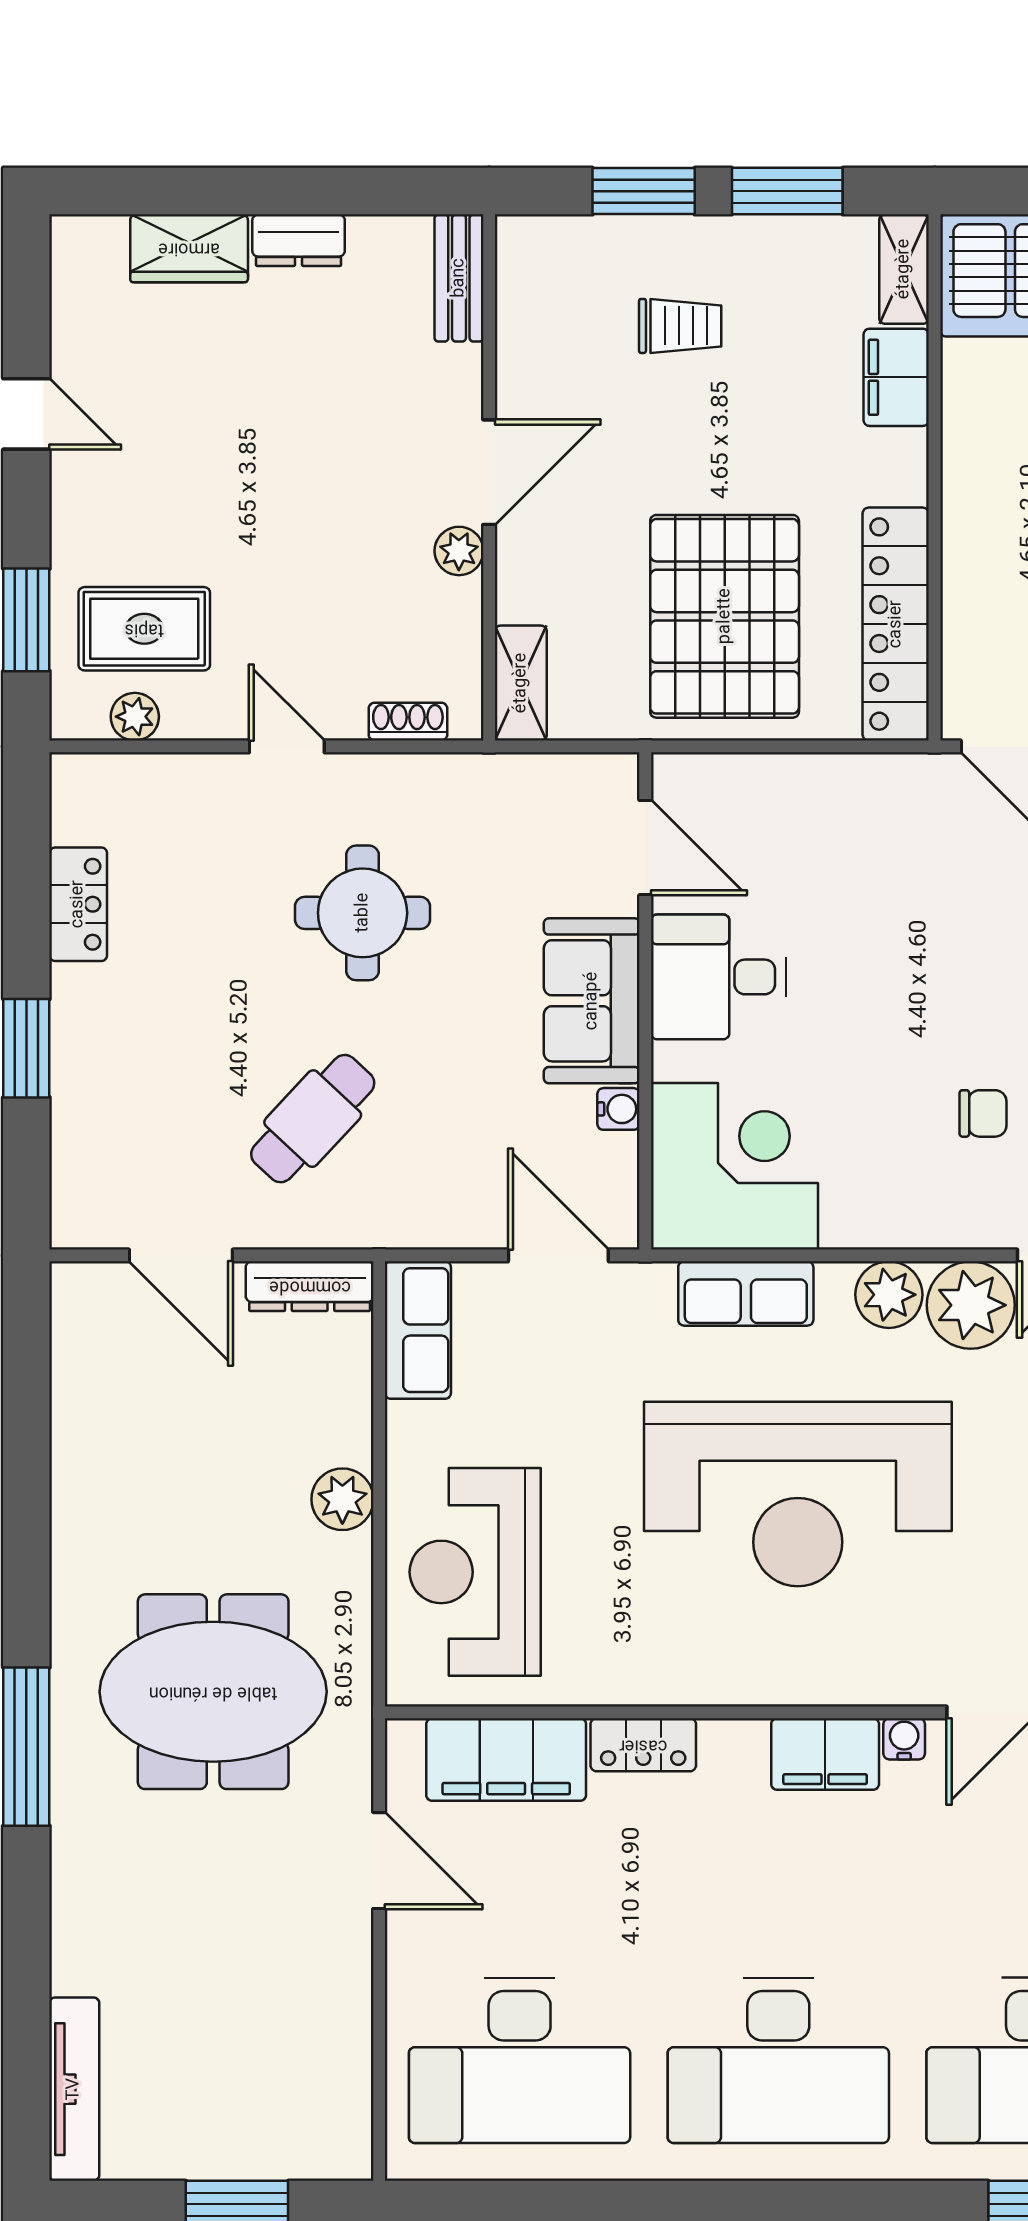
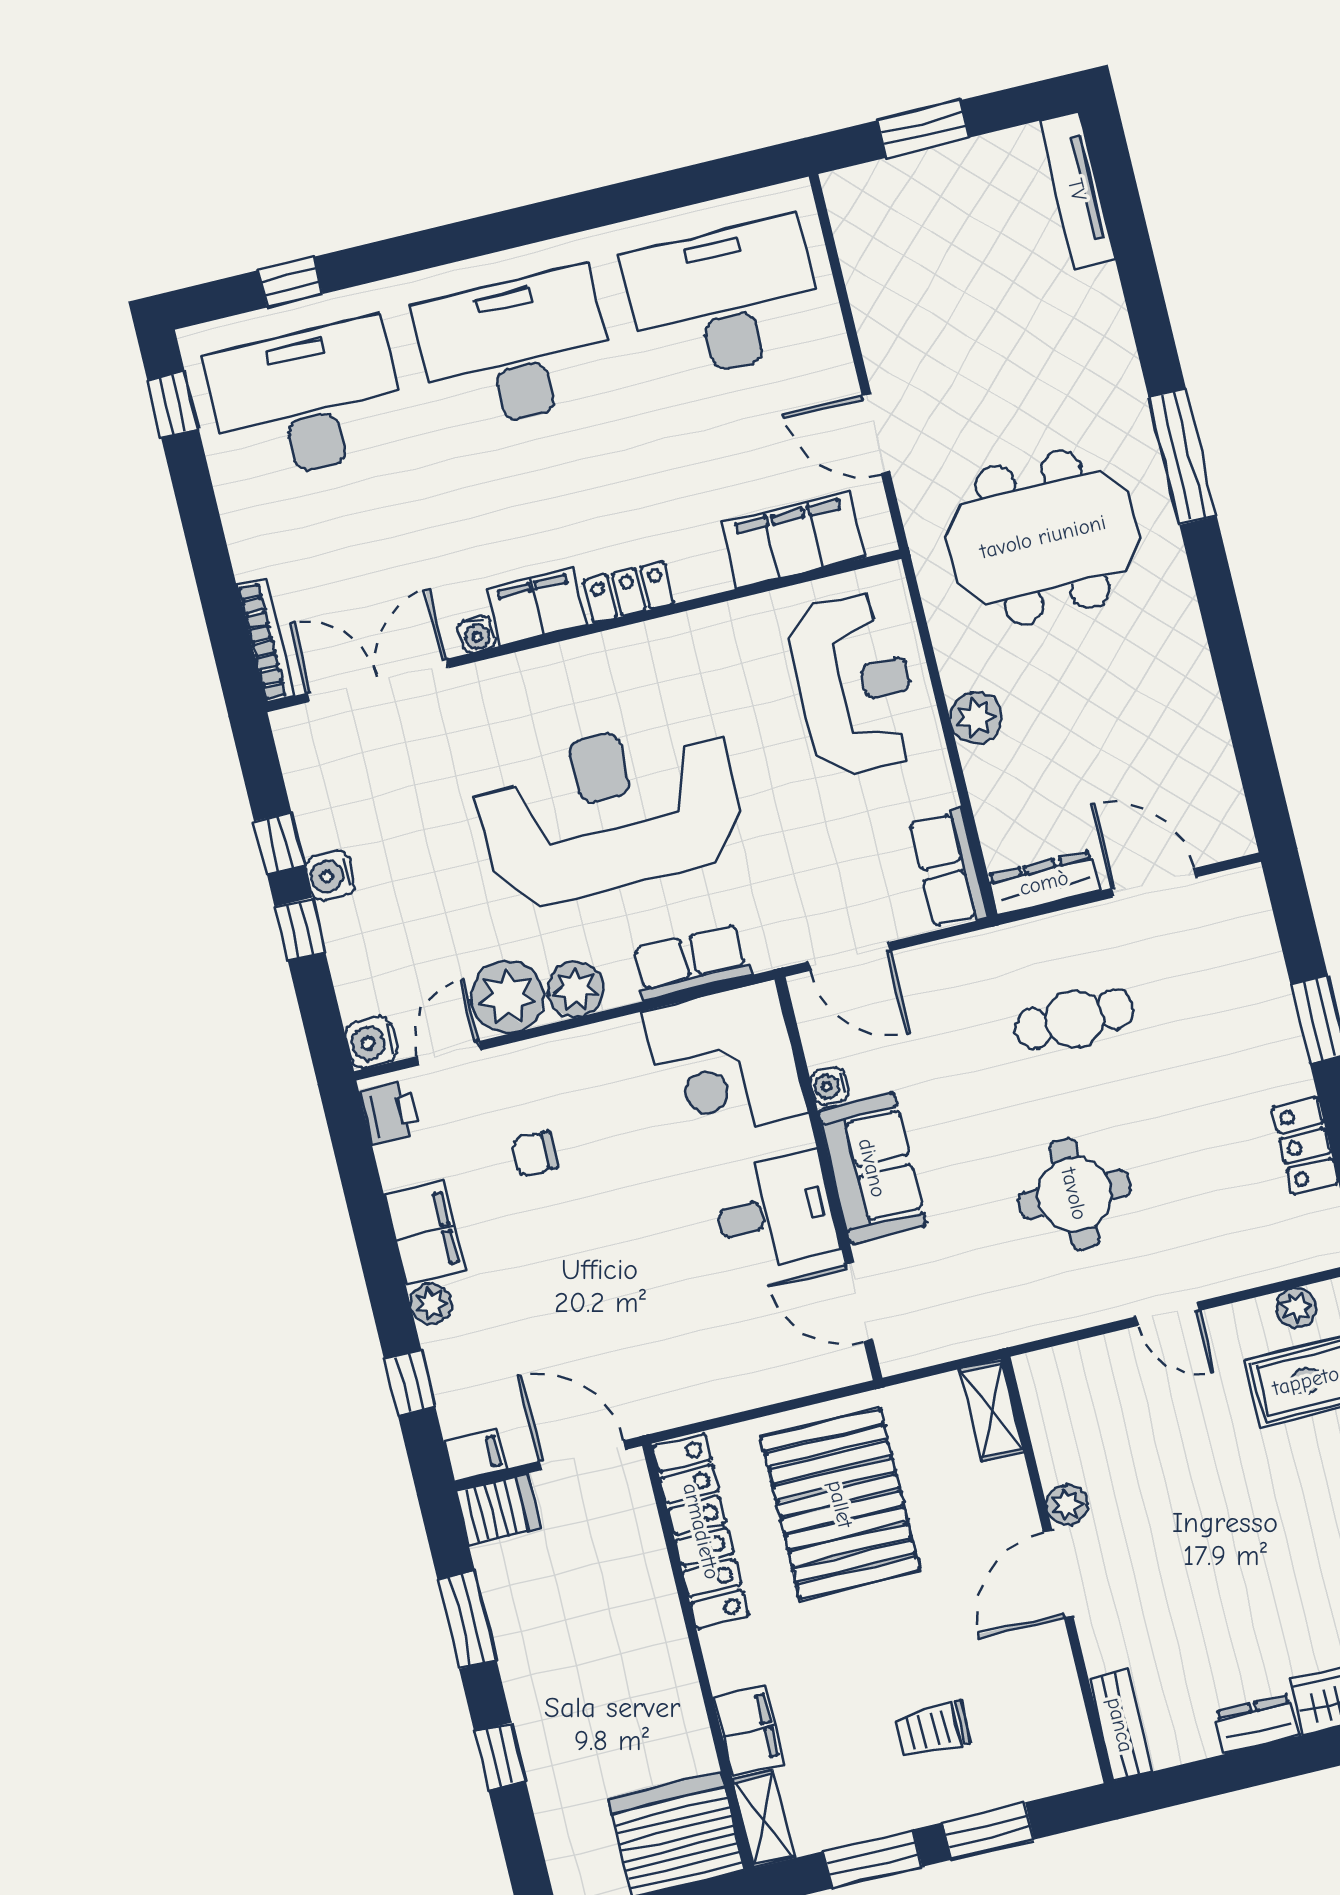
shoe rack: (408, 722) -> (1075, 1357), removed
cafe table: (313, 1119) -> (1074, 1019), turned 47
locker: (643, 1745) -> (629, 592), moved

